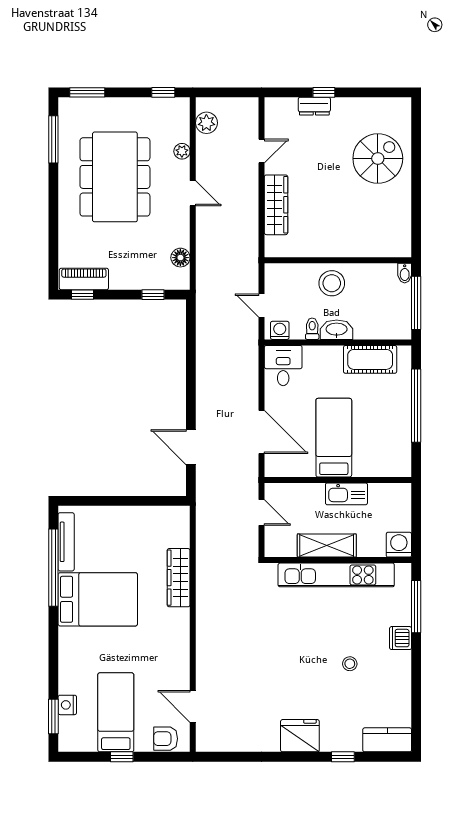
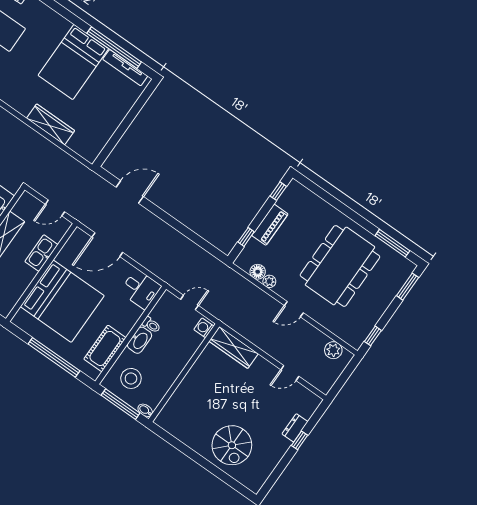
plant: (182, 151) -> (269, 281), moved
door: (262, 151) -> (290, 373), hinge flipped
dining table: (115, 177) -> (340, 266), turned 90
wardrobe: (276, 205) -> (234, 348), moved
piano: (84, 279) -> (270, 225), moved
stool: (332, 283) -> (131, 378), moved
washing machine: (280, 330) -> (204, 328), moved, turned 180
bed: (334, 438) -> (62, 301), width x2.04
kitchen sink: (346, 494) -> (41, 253), moved

